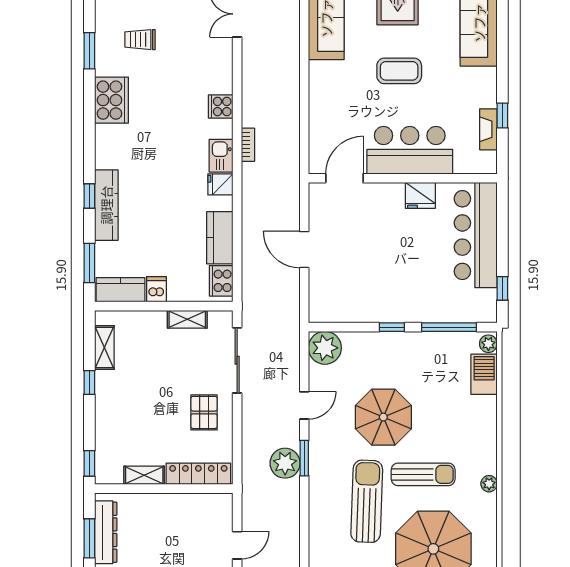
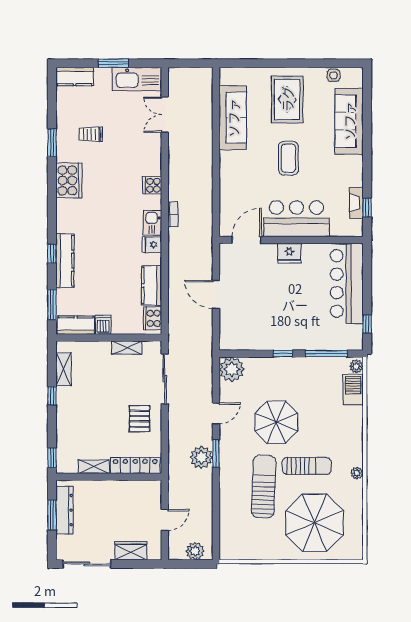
coffee table: (399, 71) -> (288, 158), turned 90
window: (502, 116) -> (367, 208), moved
fridge: (420, 195) -> (289, 253), moved

